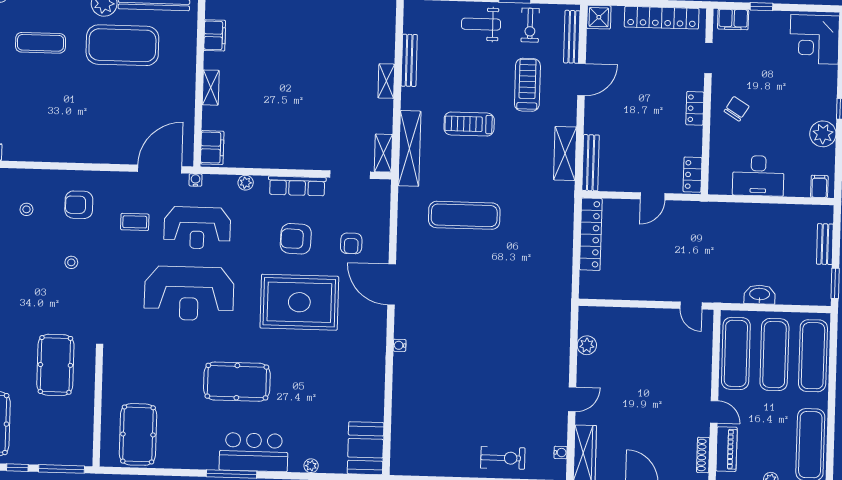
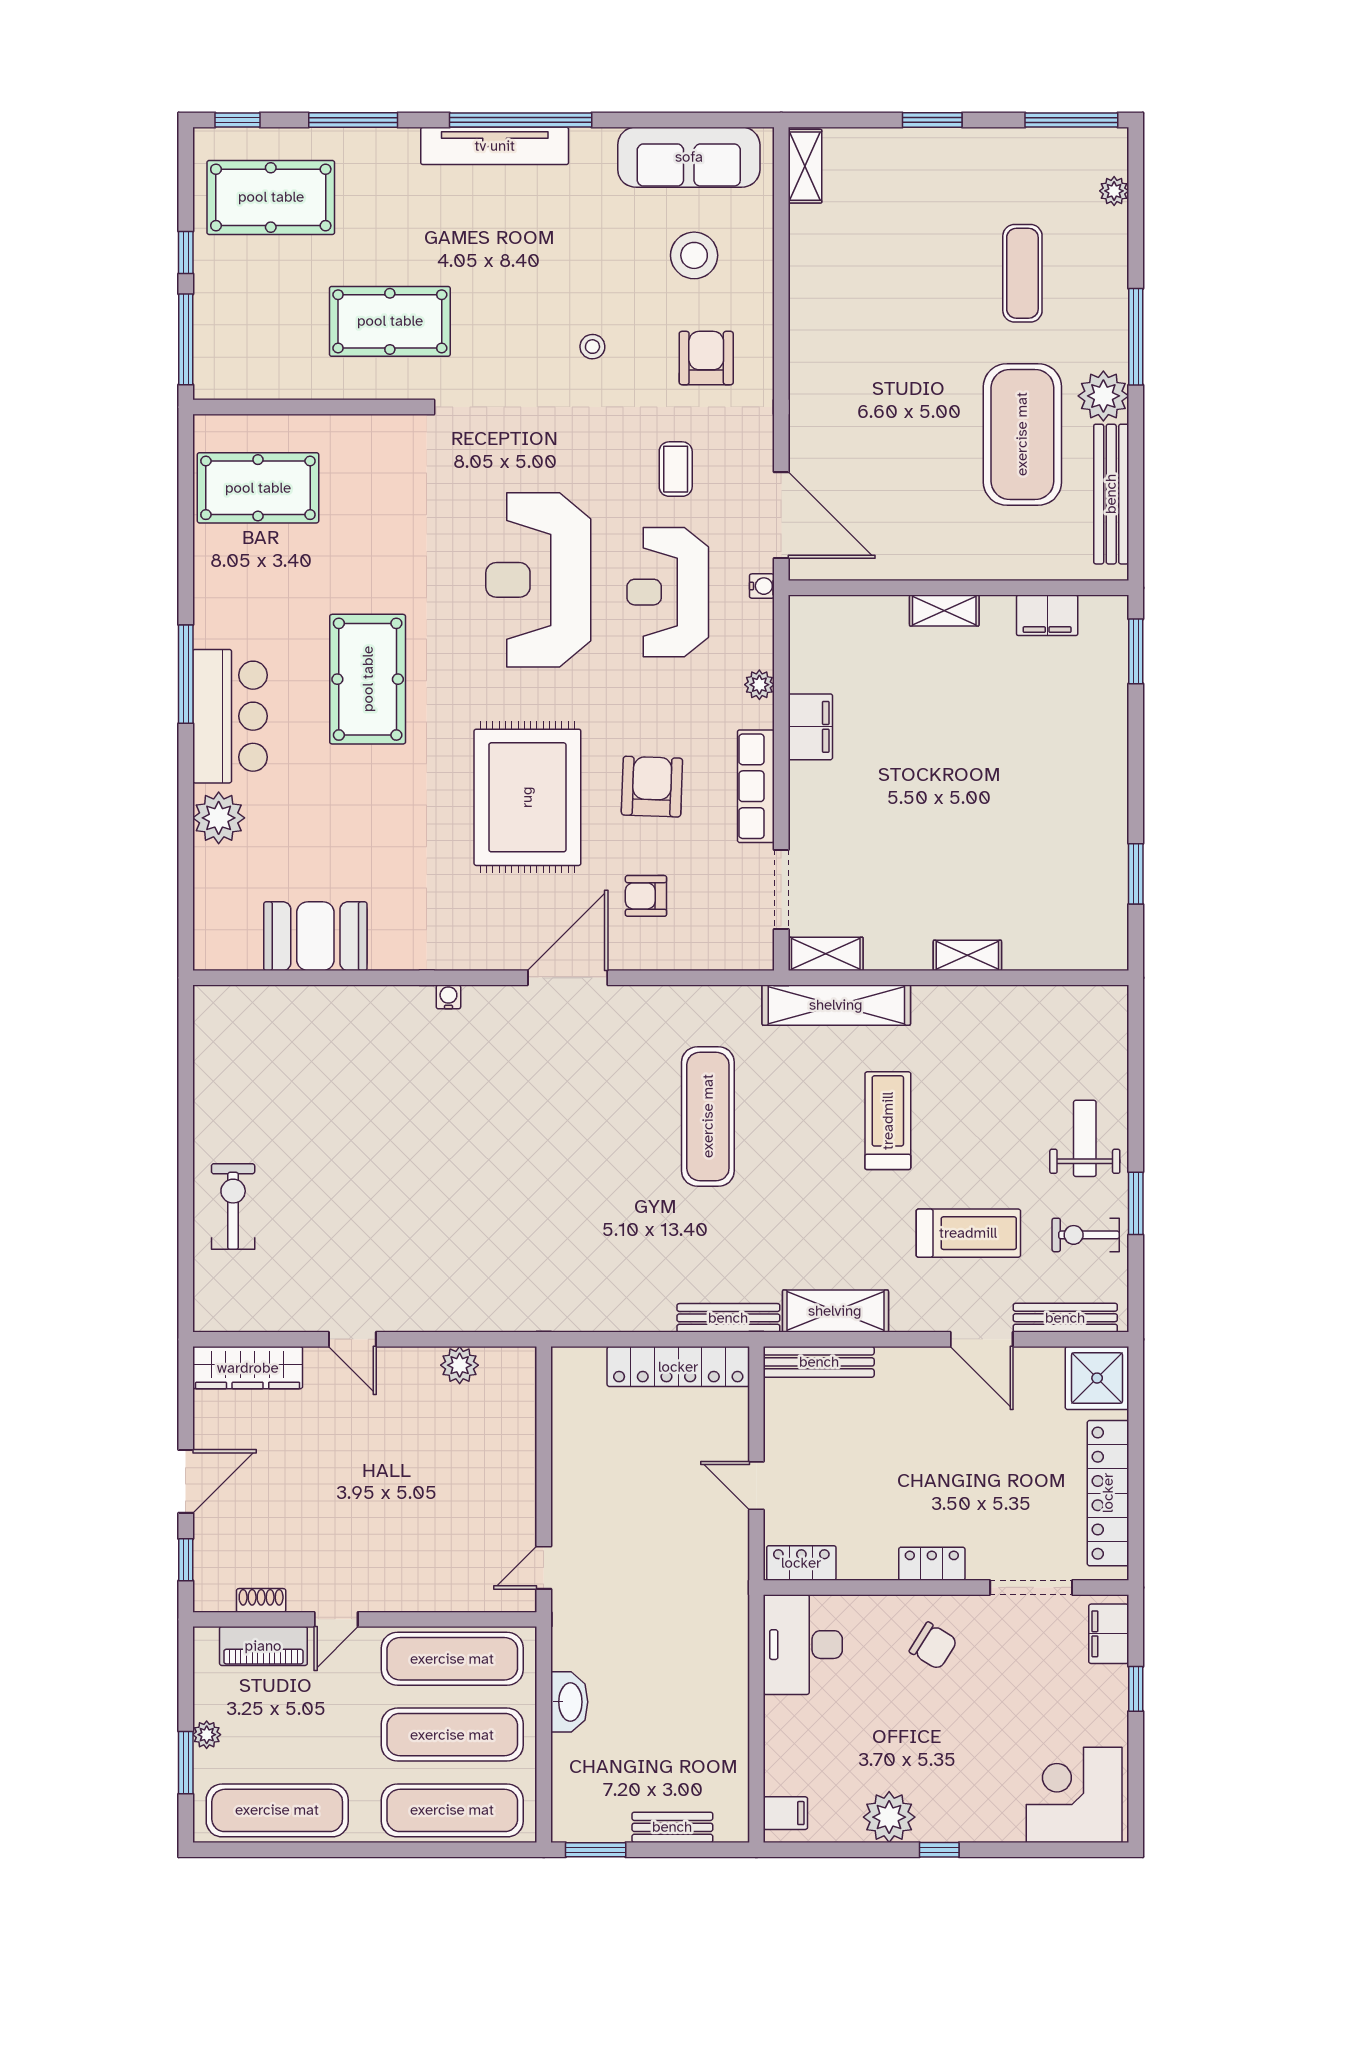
shower: (599, 17) -> (1097, 1378), width x1.36, depth x1.36
doorway: (708, 58) -> (1031, 1587), width x1.38
bench: (409, 60) -> (728, 1318), moved
filing cabinet: (212, 148) -> (810, 727), moved, turned -90
desk: (758, 176) -> (803, 1645), moved
stool: (26, 209) -> (694, 255), width x1.89, depth x1.89
booth: (366, 448) -> (315, 936), moved
water cooler: (561, 453) -> (247, 1320), removed
shoe rack: (703, 455) -> (261, 1600), width x0.70
exercise bike: (503, 458) -> (233, 1207), turned 180
plant: (311, 466) -> (219, 818), width x1.87, depth x1.87

